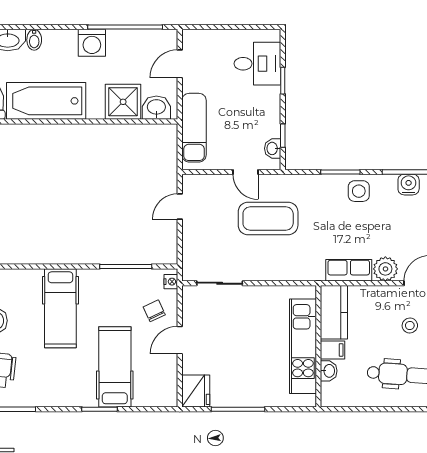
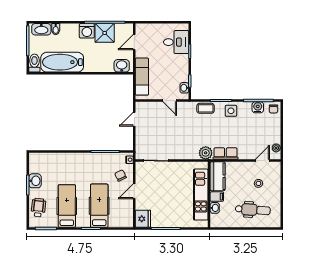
shower: (123, 102) -> (105, 33), moved
coffee table: (268, 218) -> (206, 108), moved, width x0.54, depth x0.58
plant: (385, 269) -> (206, 153), moved
hospital bed: (60, 308) -> (67, 206), moved, turned 180

